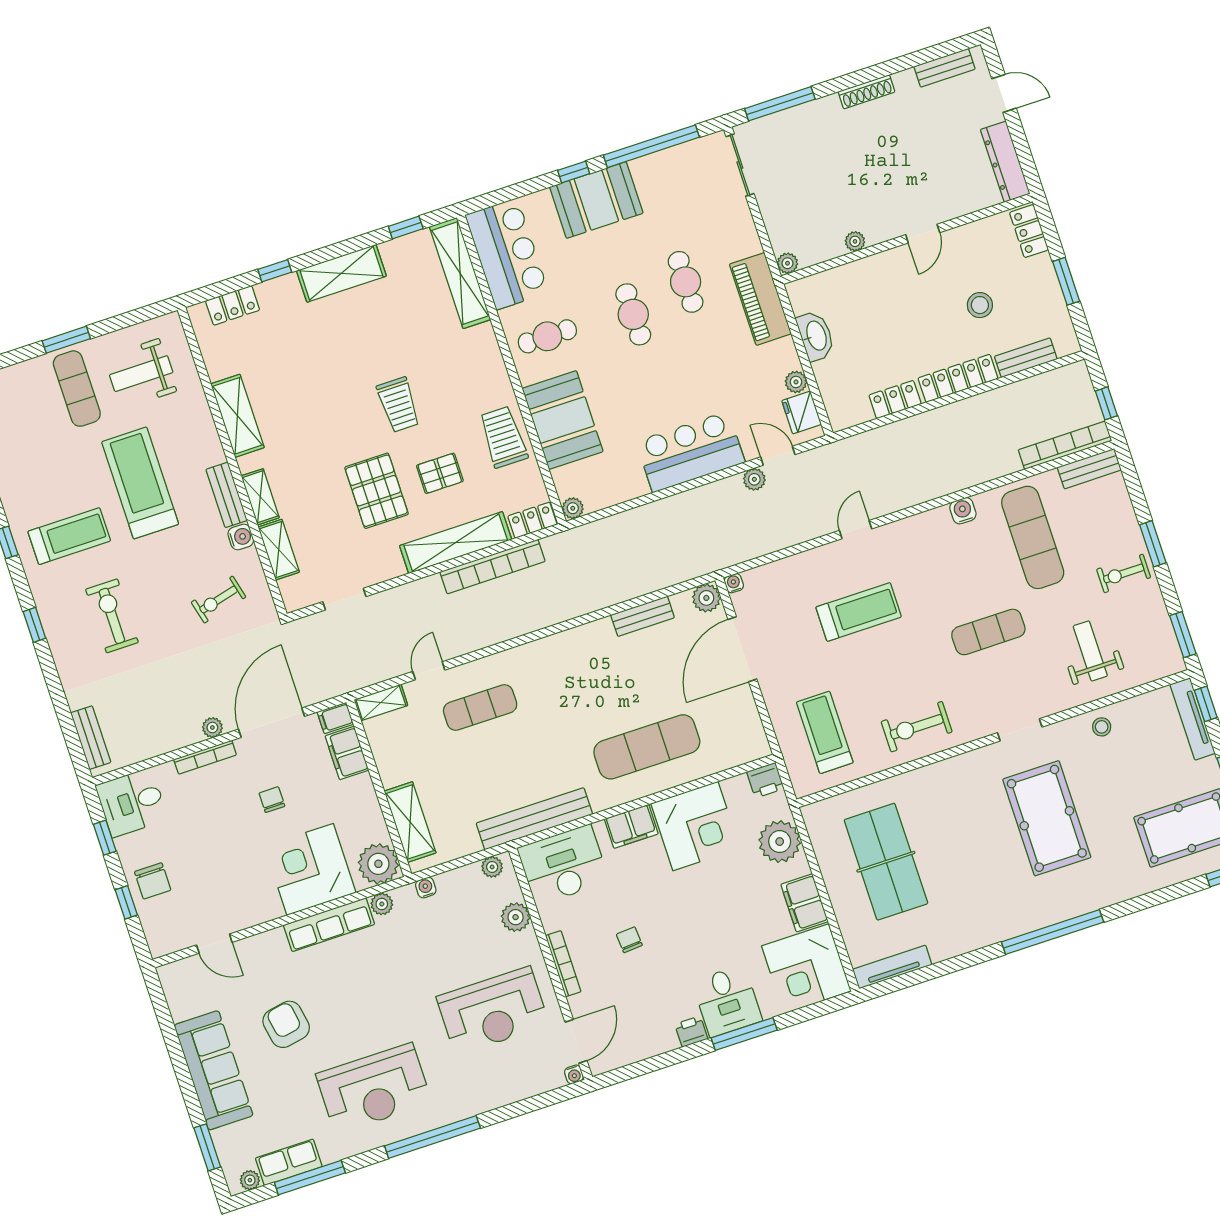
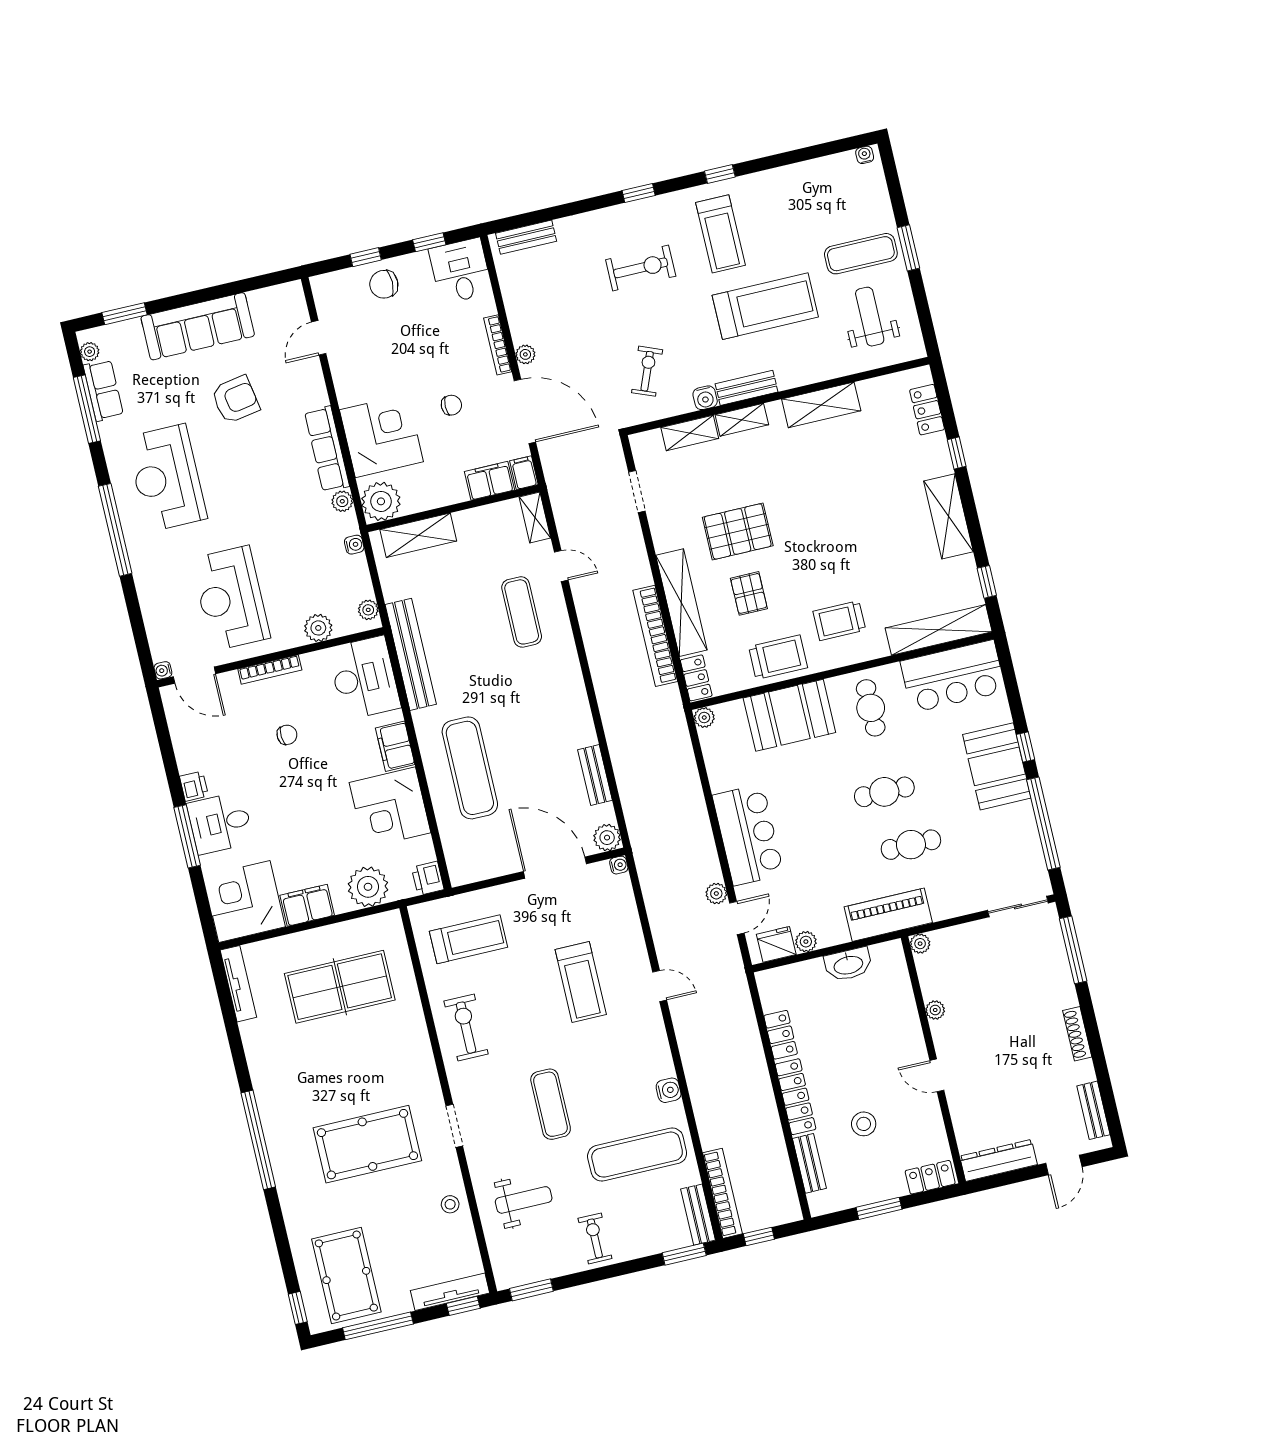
trolley: (398, 405) -> (839, 621), moved
window: (1153, 544) -> (684, 1254), moved
exercise bike: (219, 600) -> (647, 371), turned 36

